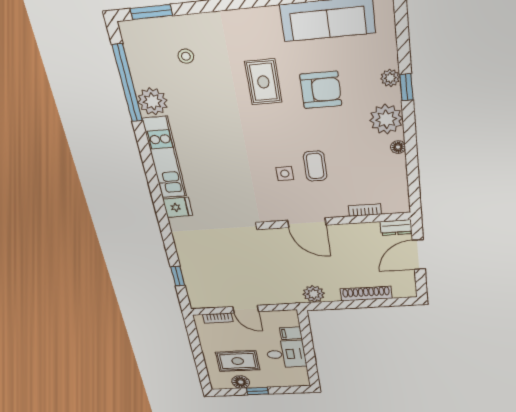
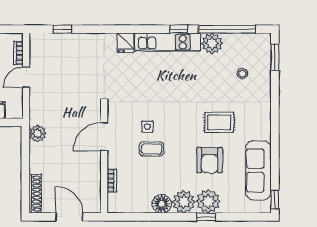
plant: (390, 78) -> (208, 201), width x1.87, depth x1.87
window: (144, 146) -> (179, 29), added
floor lamp: (398, 147) -> (162, 204), width x1.89, depth x1.89
dresser: (396, 228) -> (95, 202), removed
shoe rack: (366, 294) -> (35, 194), moved

